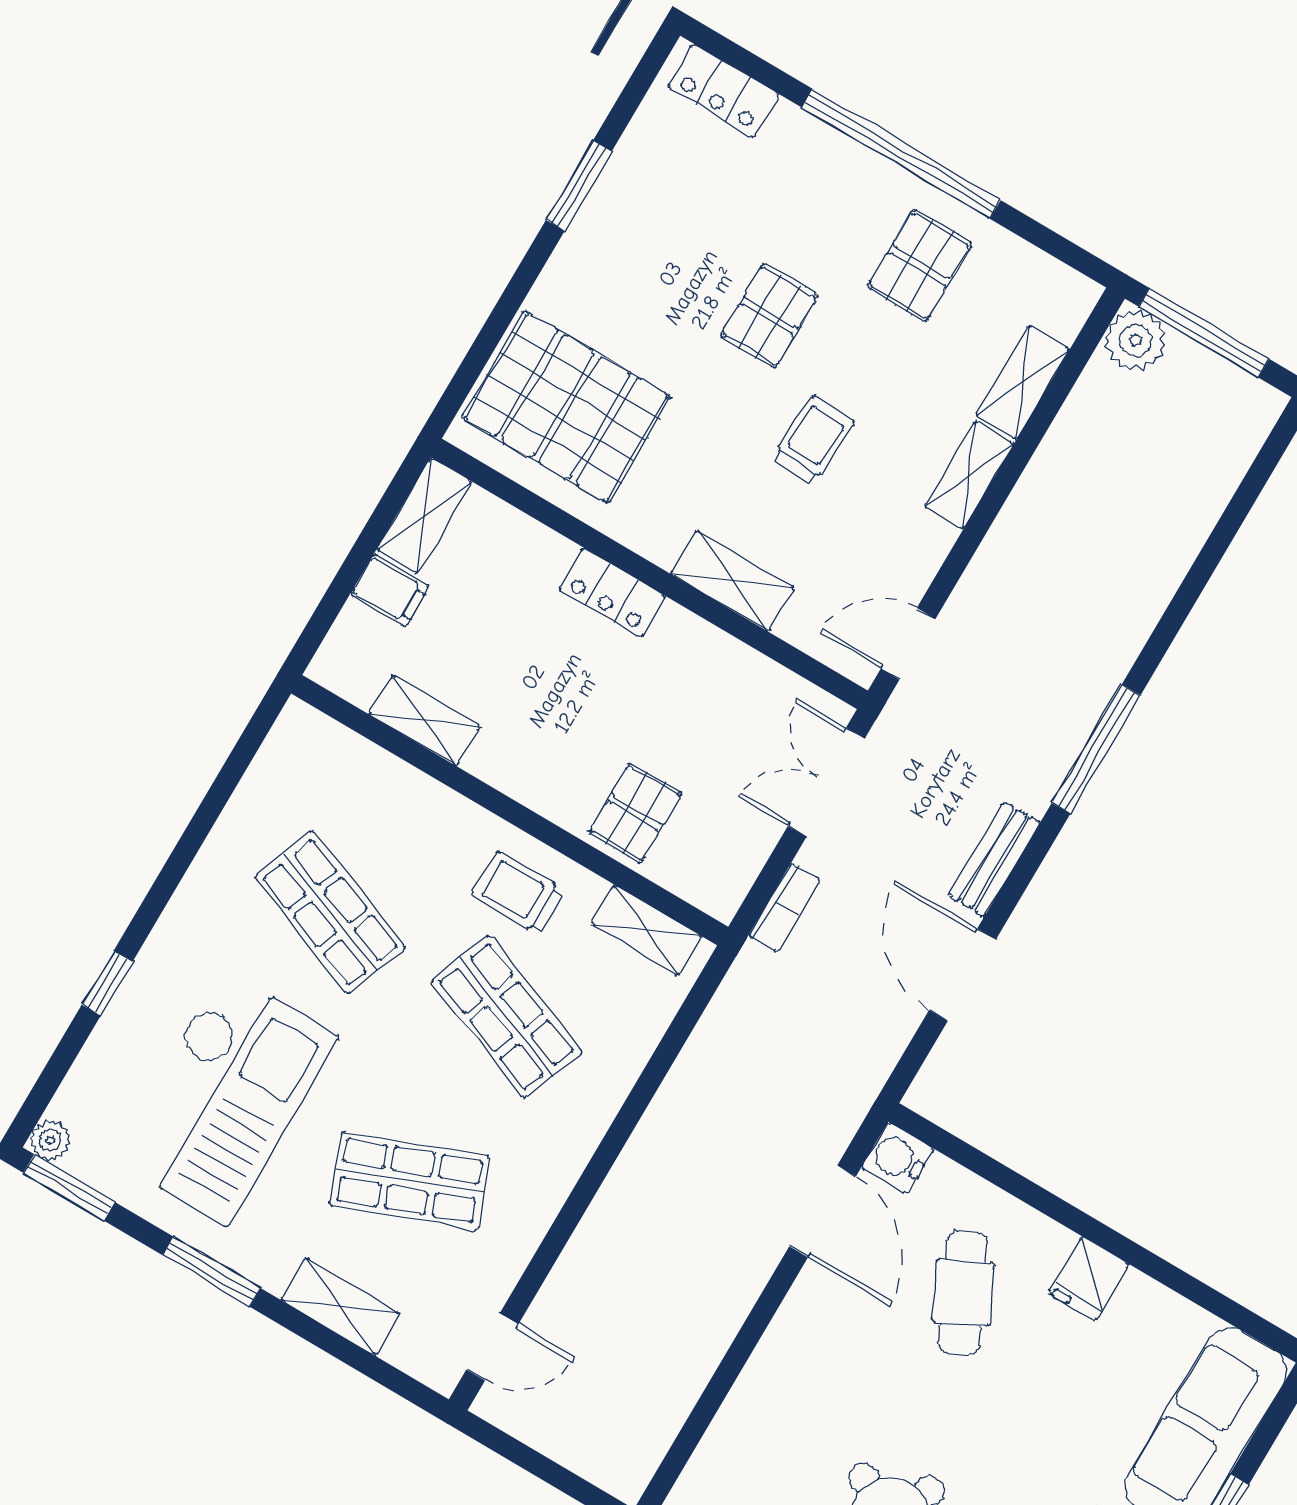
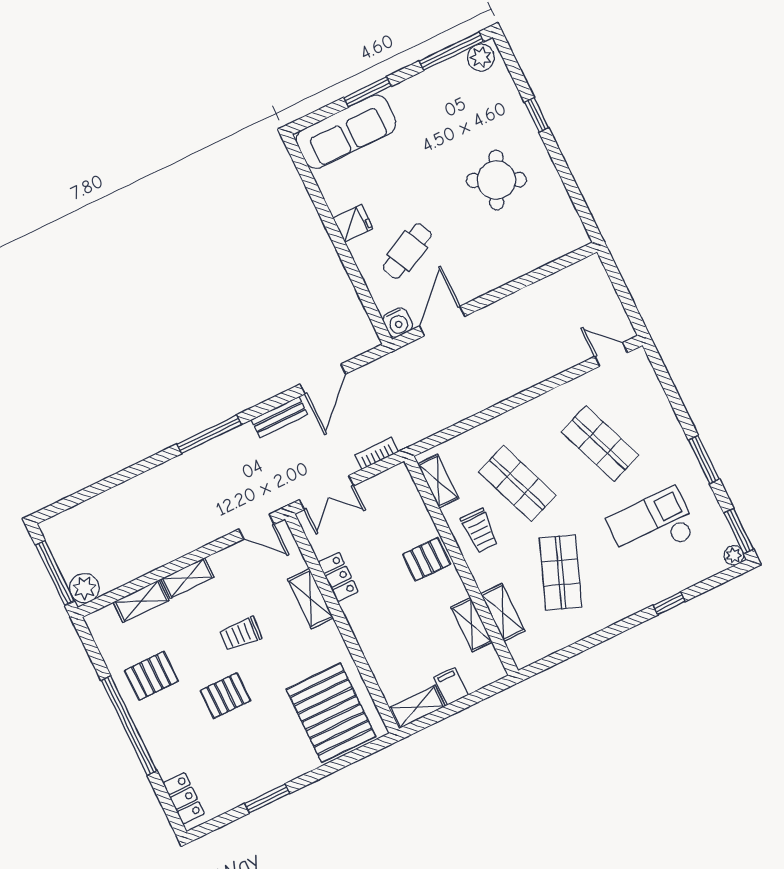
locker: (612, 593) -> (338, 577), moved
pallet: (635, 813) -> (427, 559), moved
shop shelf: (507, 1017) -> (517, 484), turned -42
checkout: (224, 1097) -> (652, 526), width x0.73, depth x0.83
shelving: (341, 1307) -> (503, 612), moved

